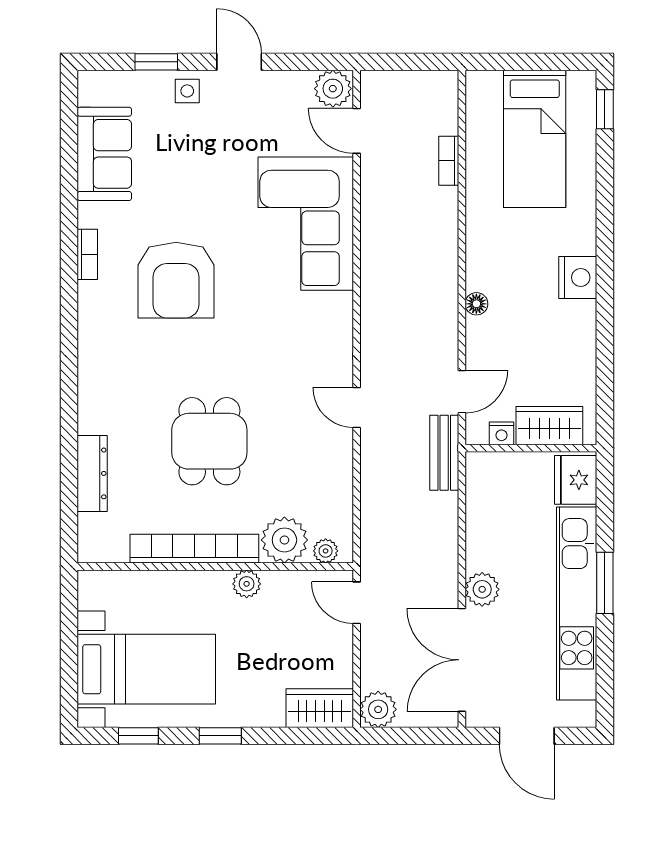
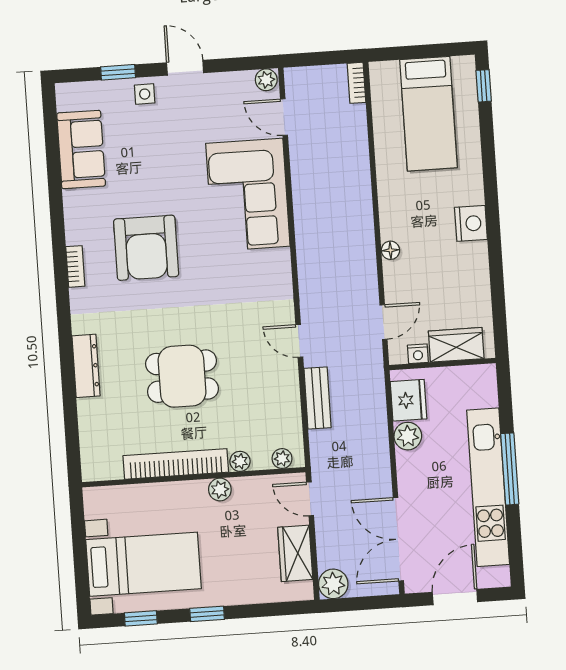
plant: (333, 89) -> (266, 80), width x0.73, depth x0.73
bookcase: (449, 161) -> (356, 83), moved
bookcase: (87, 254) -> (75, 266), moved
dining table: (209, 441) -> (182, 376), turned 90
bench: (444, 453) -> (318, 398), moved
dresser: (92, 473) -> (86, 366), moved
fridge: (576, 480) -> (409, 400), moved, turned 180
plant: (284, 540) -> (240, 461), width x0.53, depth x0.53
window: (605, 583) -> (510, 469), width x1.44
plant: (482, 589) -> (408, 436), moved
wardrobe: (320, 708) -> (295, 553), moved, turned -90
door: (527, 736) -> (455, 597), swing flipped

